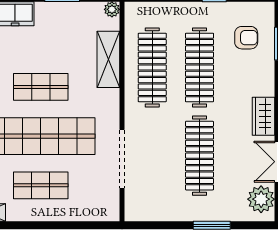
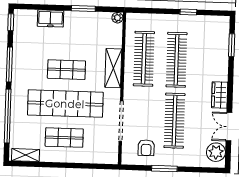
armchair: (246, 38) -> (146, 148), moved, turned 90
shelving: (108, 59) -> (113, 68), moved
window: (212, 225) -> (164, 169), moved

